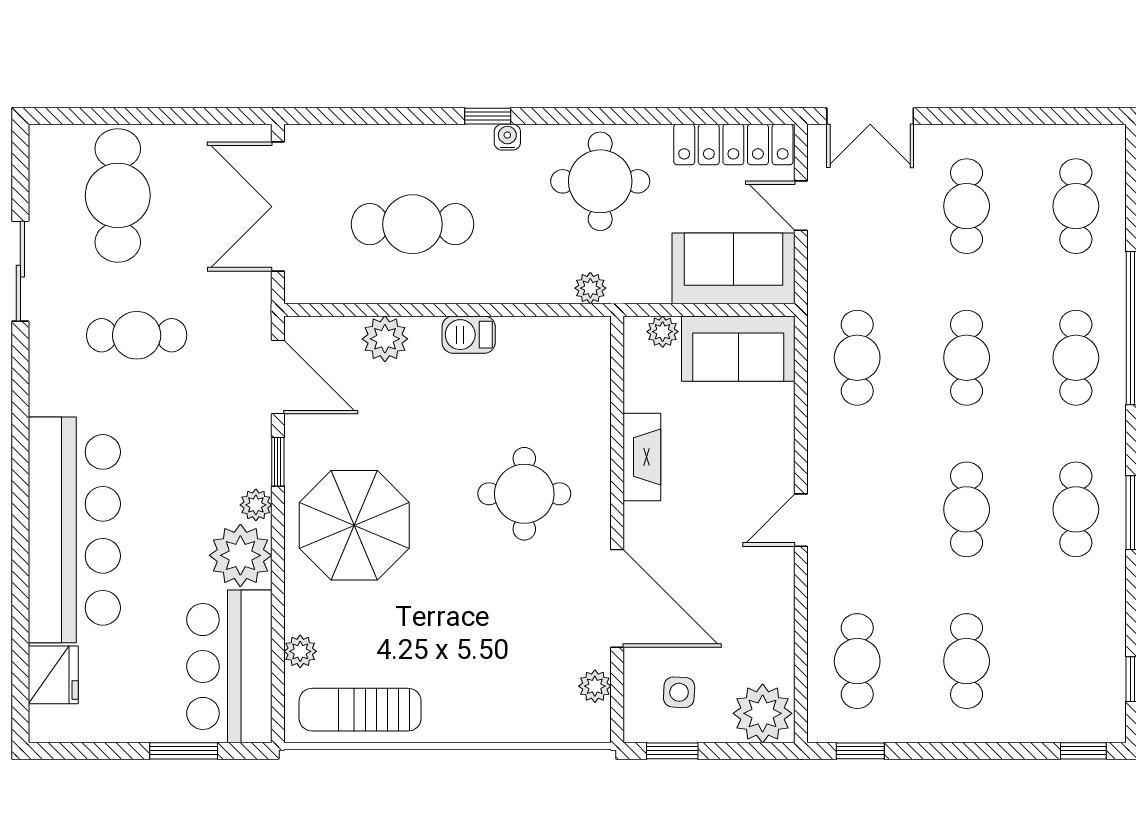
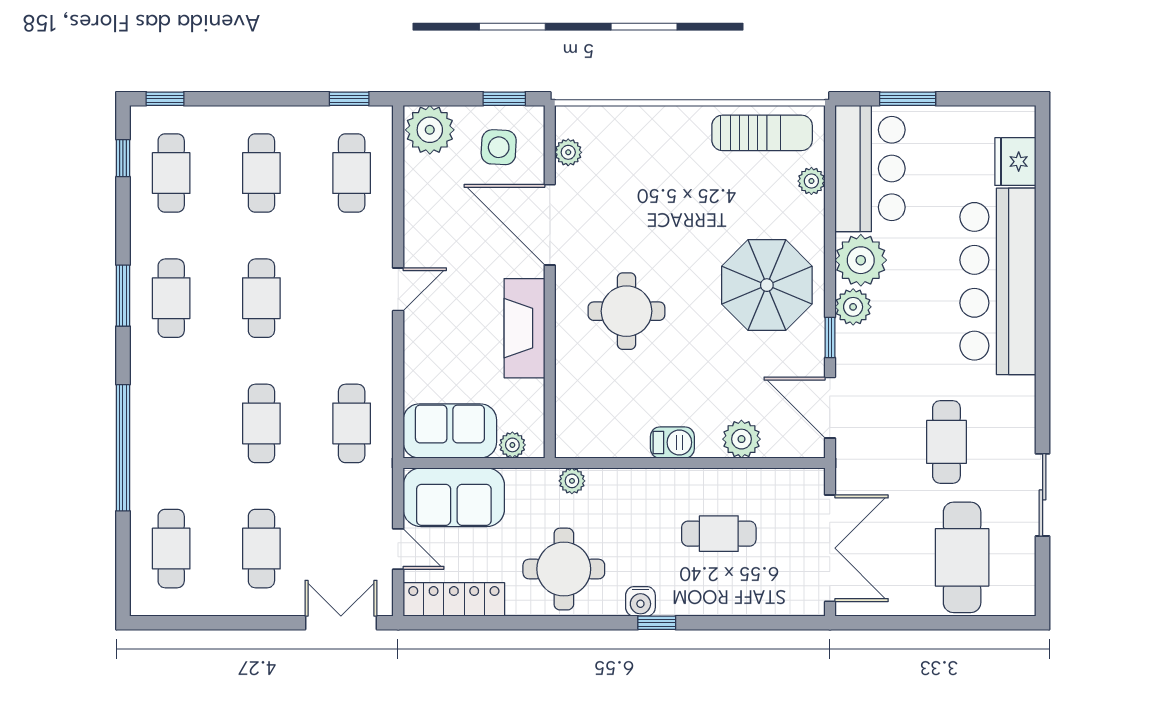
water cooler: (507, 137) -> (640, 601), width x1.38, depth x1.38
cafe table: (412, 224) -> (719, 534), width x0.73, depth x0.74
cafe table: (137, 335) -> (946, 442), turned 90
cafe table: (1076, 358) -> (171, 173), moved
fireplace: (642, 457) -> (524, 328), width x1.37, depth x1.32
plant: (256, 505) -> (853, 307), width x1.38, depth x1.38
side table: (679, 692) -> (499, 147), width x1.37, depth x1.37

